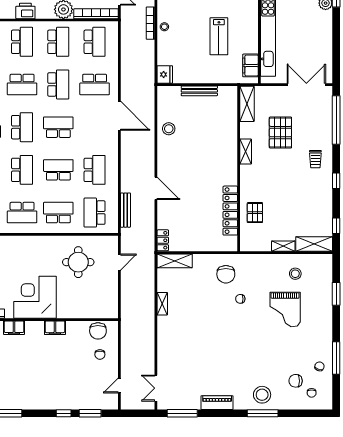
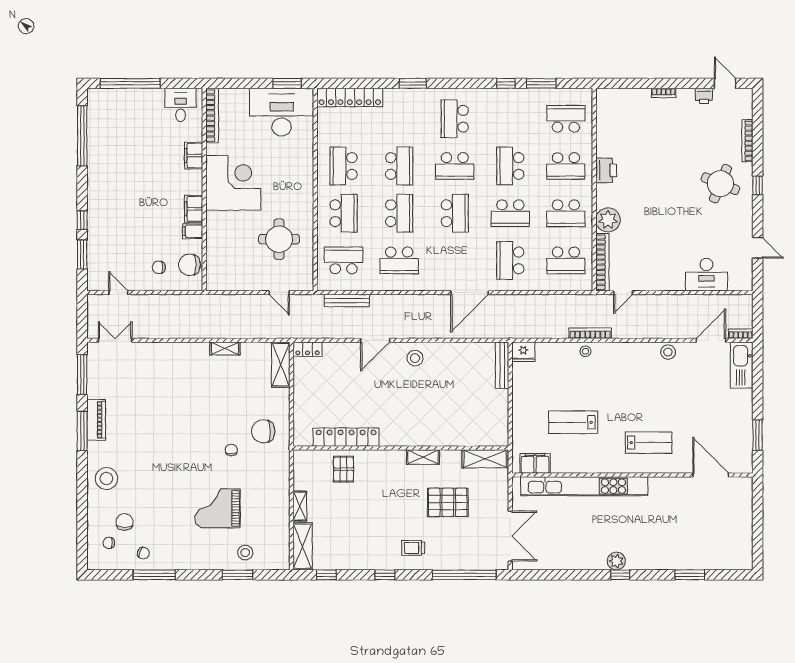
bench: (199, 91) -> (502, 365), moved
stool: (169, 129) -> (415, 358), moved
school desk: (22, 170) -> (399, 166), turned -90
pallet: (255, 213) -> (344, 469), turned 90
stool: (295, 274) -> (245, 553), moved
filing cabinet: (72, 328) -> (193, 231), added
window: (263, 413) -> (82, 431), moved

